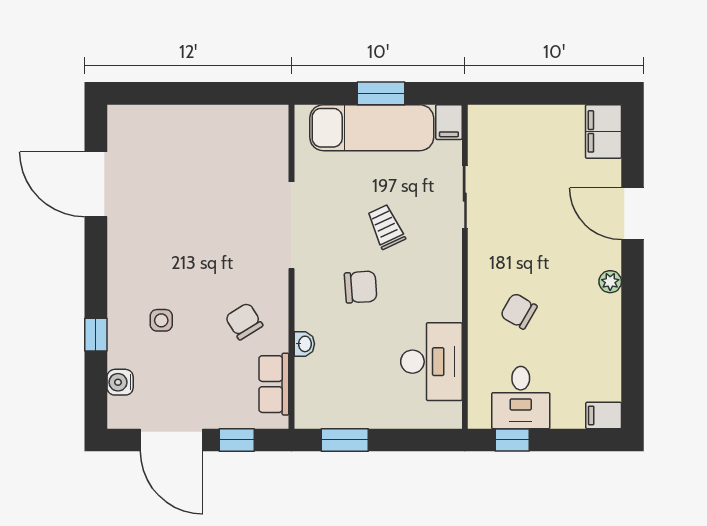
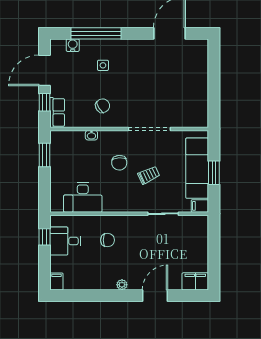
chair: (519, 311) -> (108, 240), turned 60
window: (96, 335) -> (96, 33), width x3.17
row of seats: (274, 384) -> (57, 112), moved, turned 90

